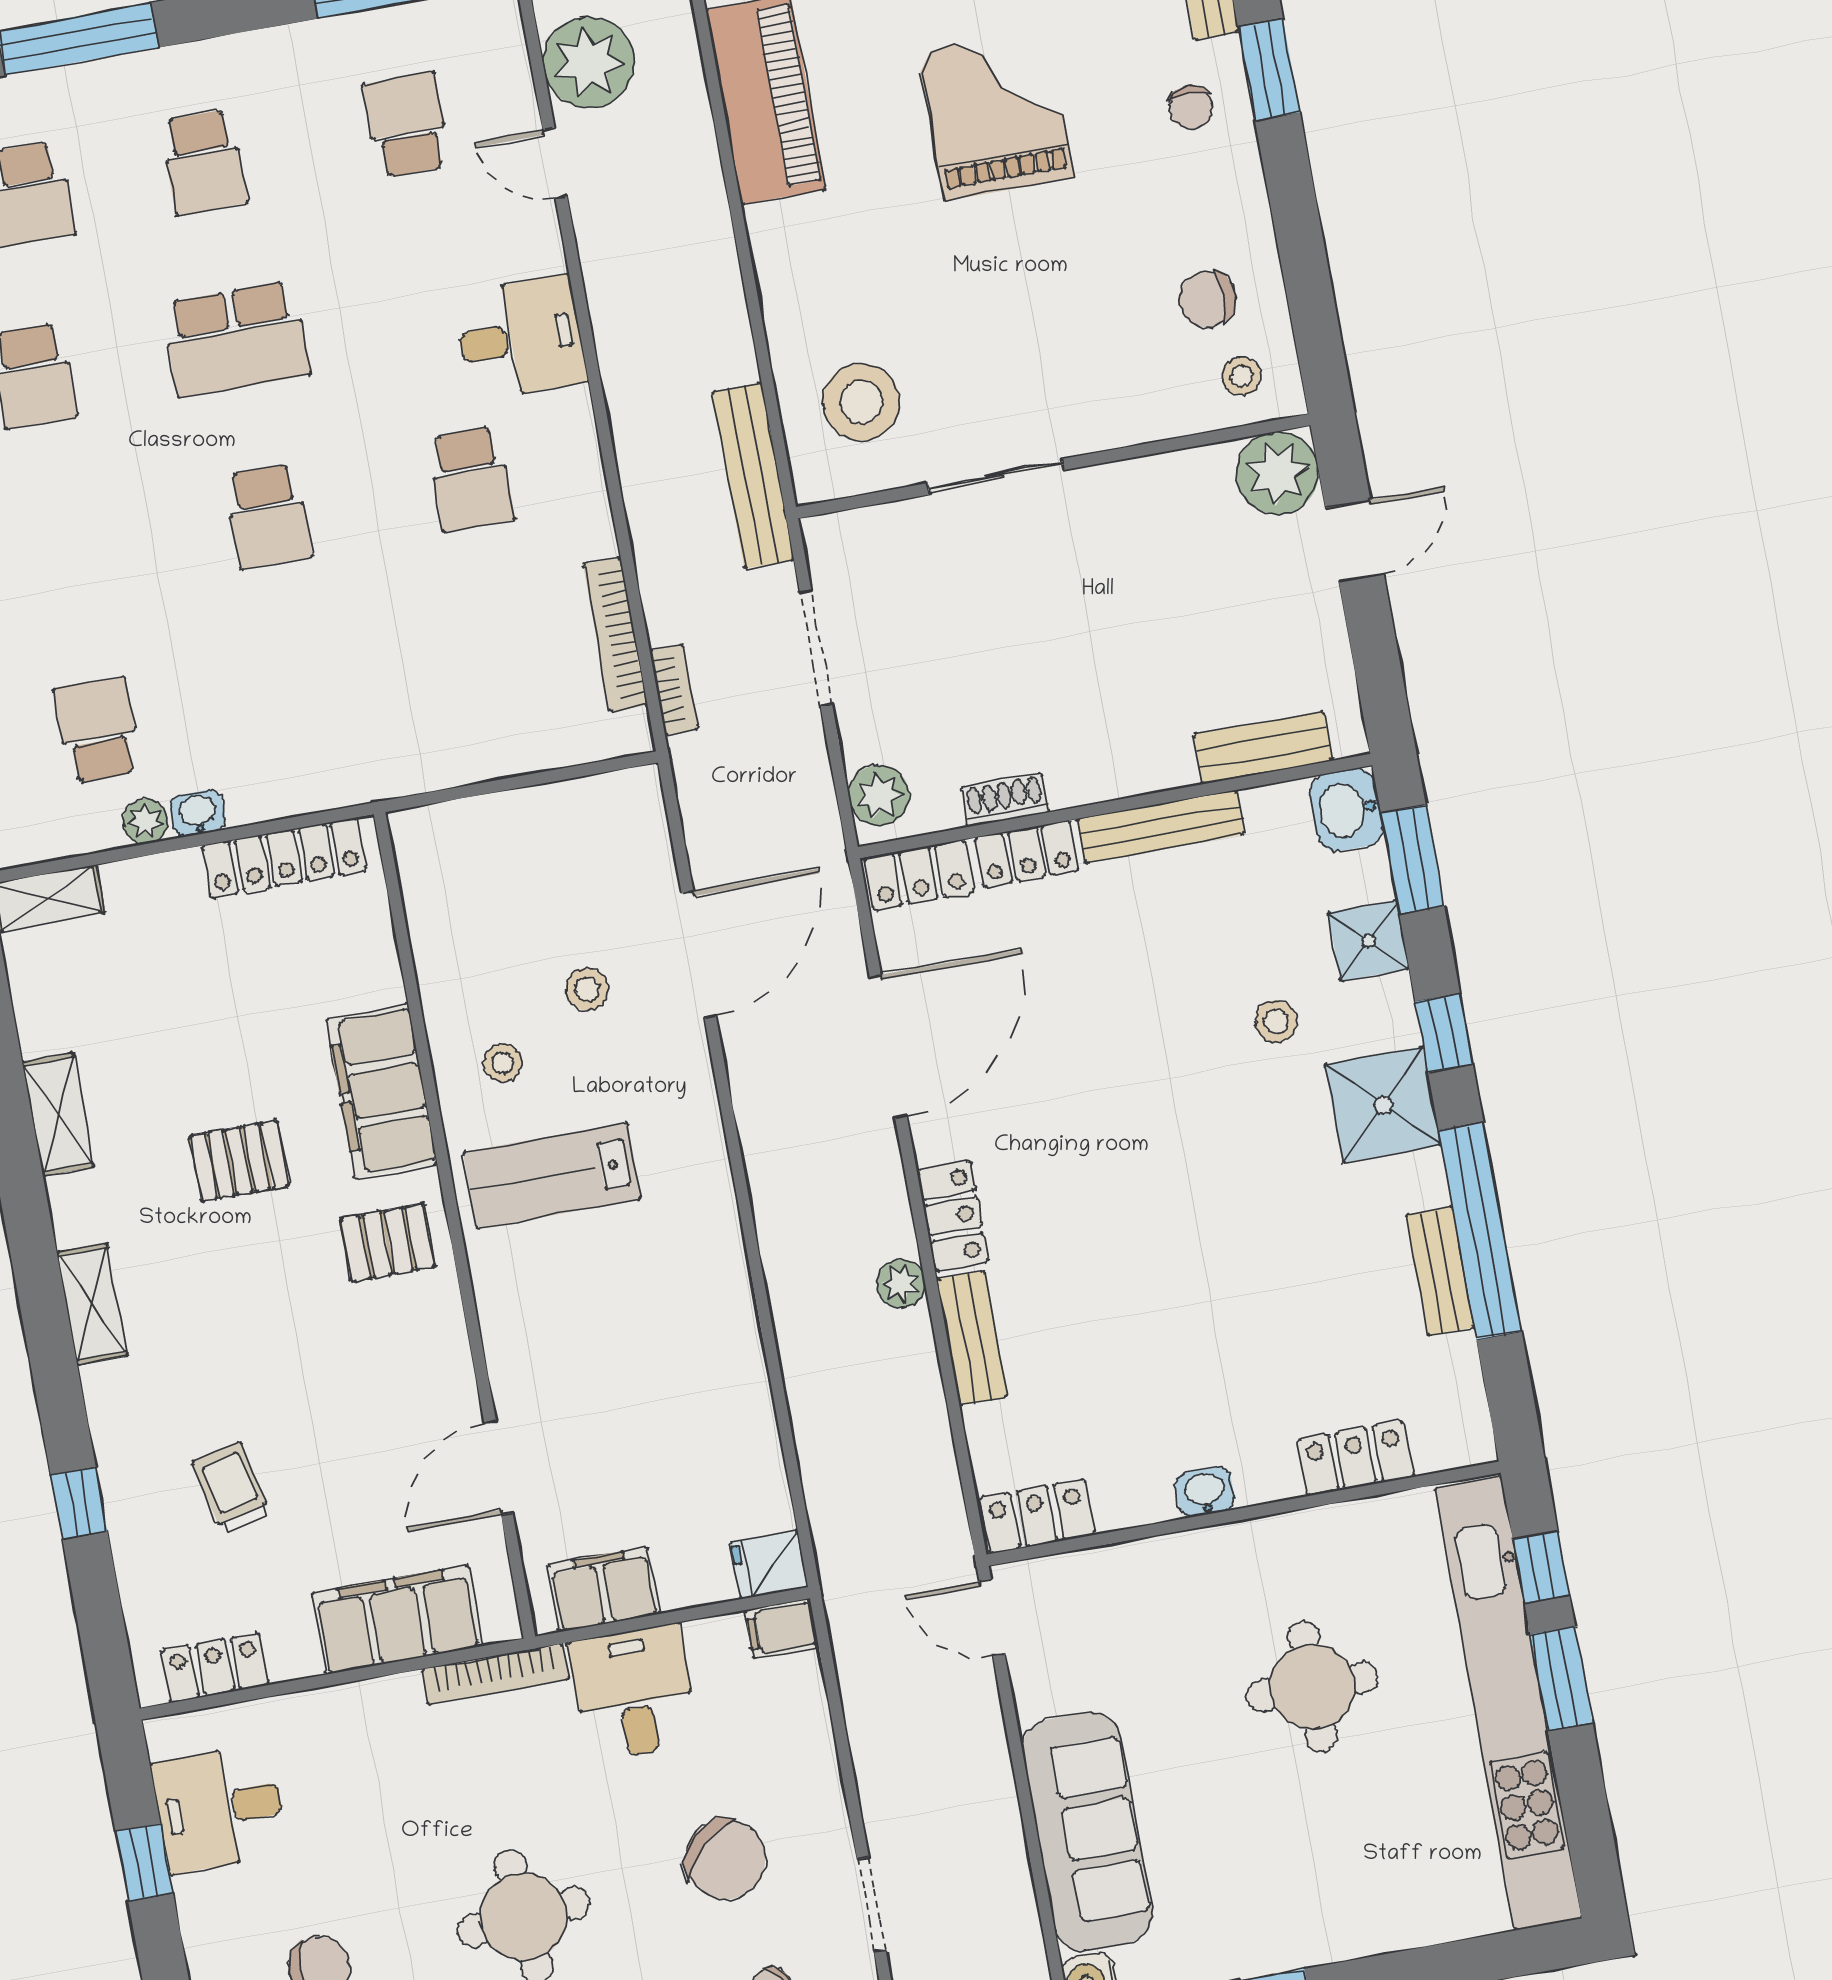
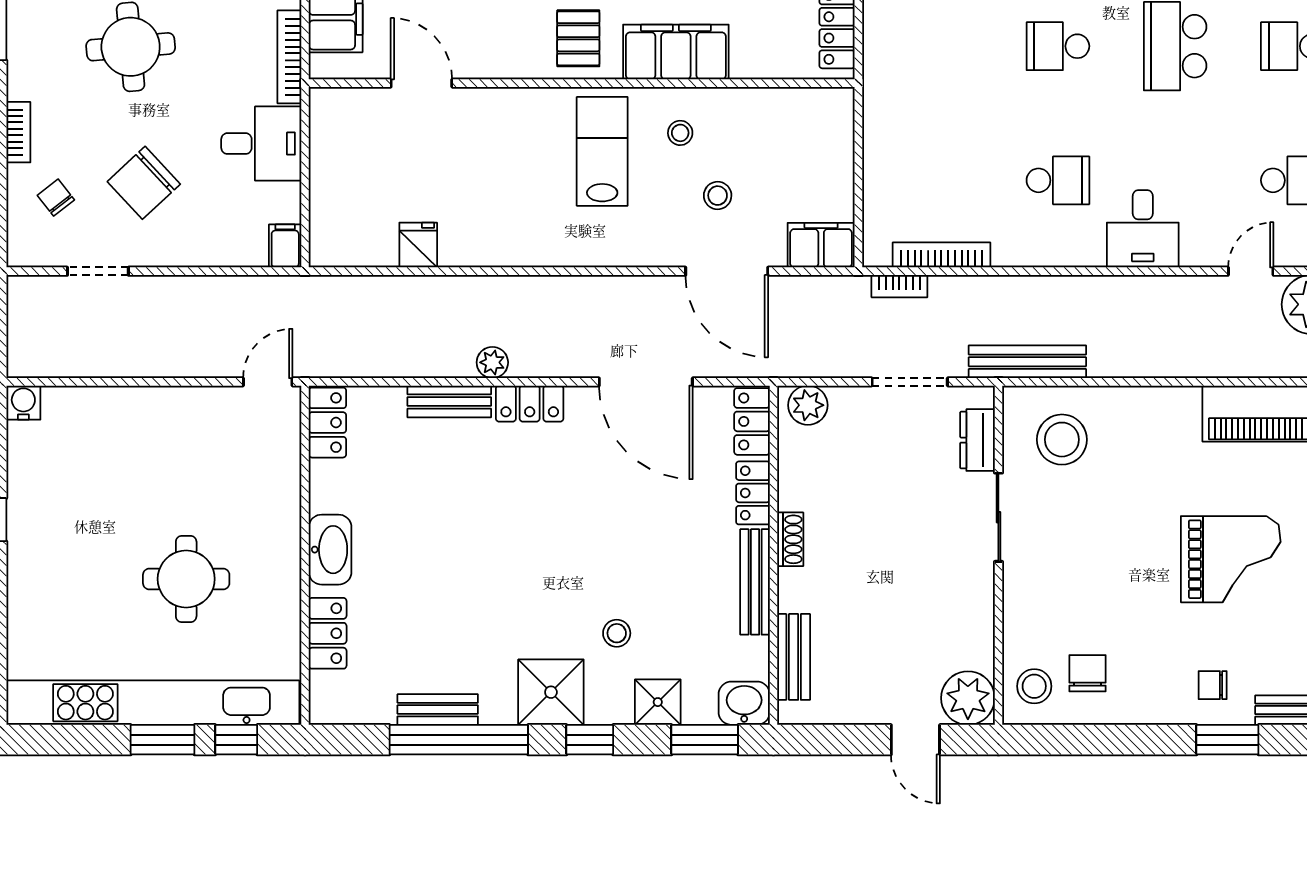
stool: (1241, 376) -> (1034, 686), width x1.37, depth x1.37
school desk: (471, 479) -> (1058, 180), turned 180
dresser: (885, 530) -> (977, 440), added
shoe rack: (1005, 800) -> (790, 539), moved
washbasin: (1205, 1492) -> (330, 550), width x1.91, depth x1.45
fridge: (769, 1565) -> (418, 245), moved
filing cabinet: (603, 1589) -> (821, 245), moved, turned -90
sofa: (1087, 1831) -> (120, 418), removed

